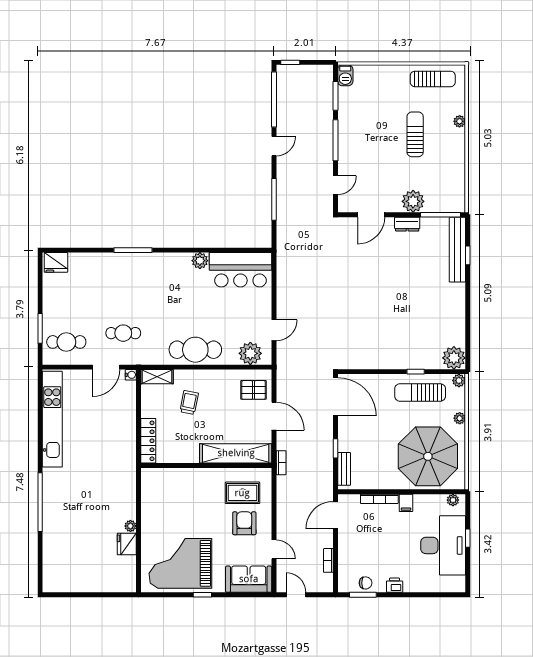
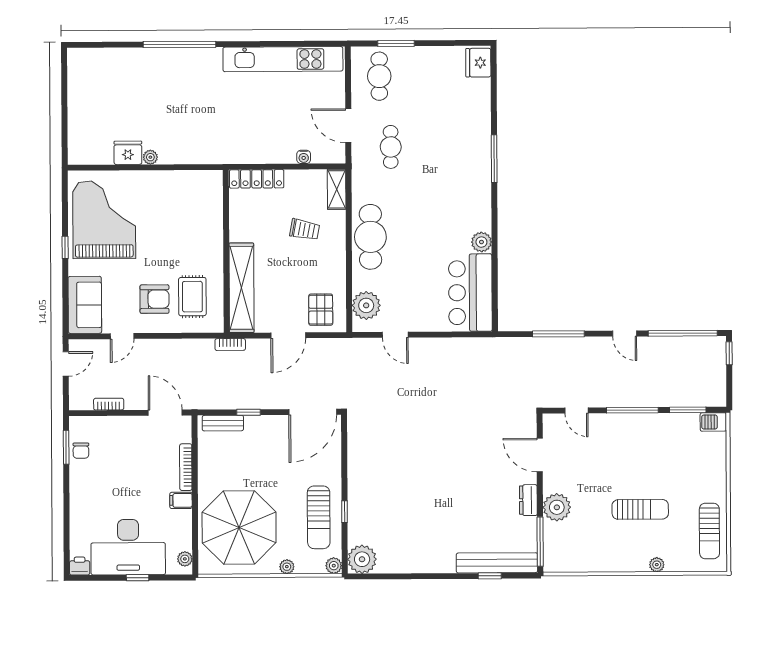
water cooler: (131, 375) -> (304, 157), moved
sun lounger: (420, 392) -> (319, 517), turned 180
printer: (395, 585) -> (80, 566), moved, turned -90

